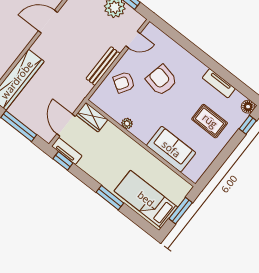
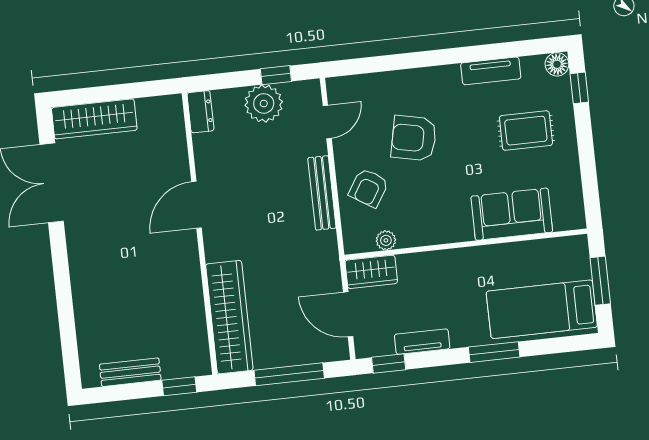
plant: (127, 123) -> (386, 240), moved
tv unit: (67, 151) -> (422, 342), moved

